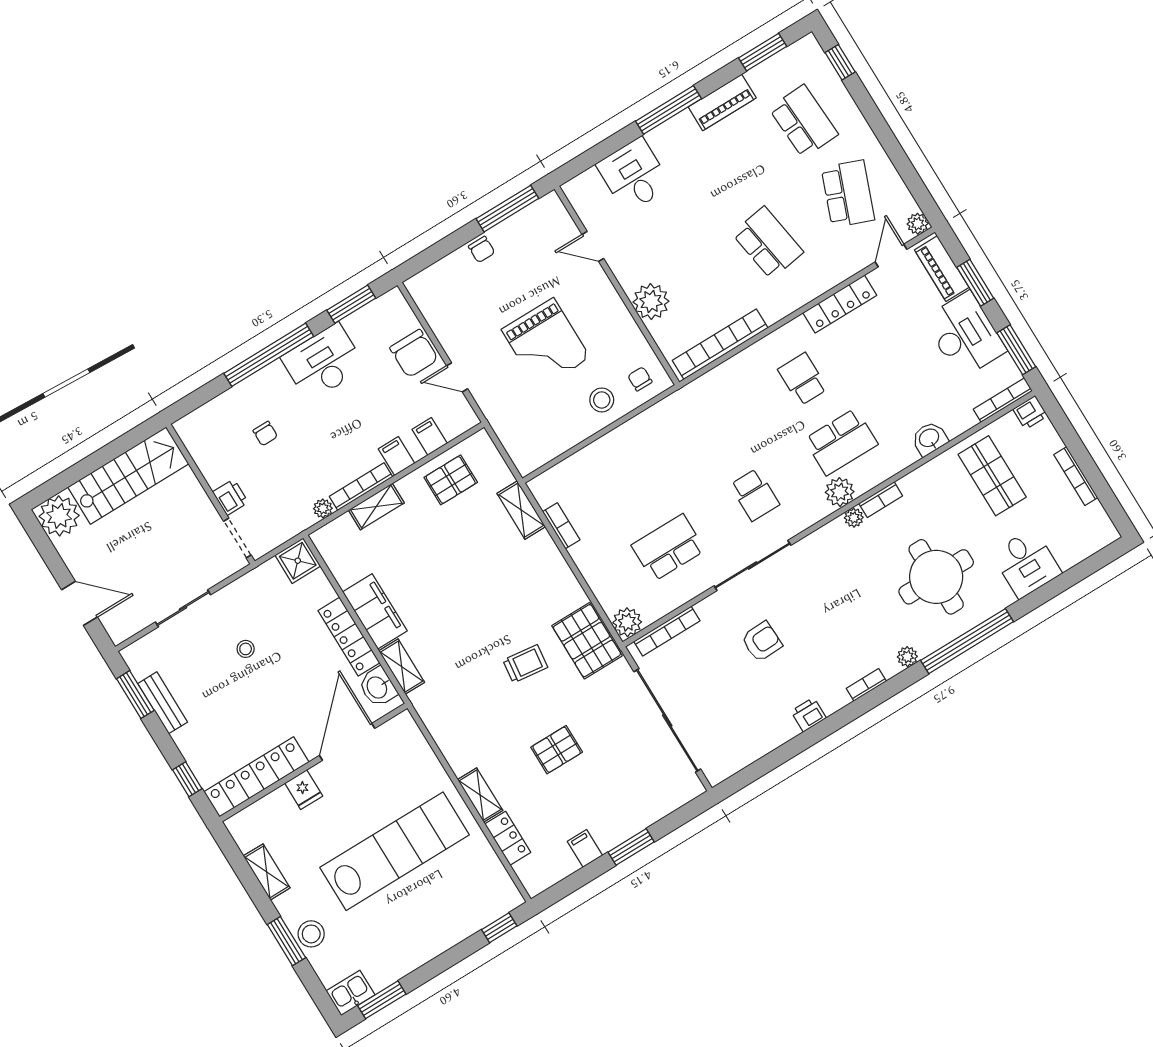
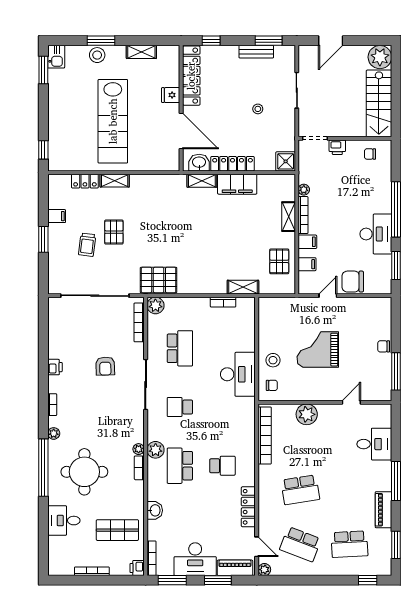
chair: (265, 434) -> (370, 154), moved
desk: (654, 439) -> (238, 374), added
trolley: (525, 664) -> (87, 245), moved

